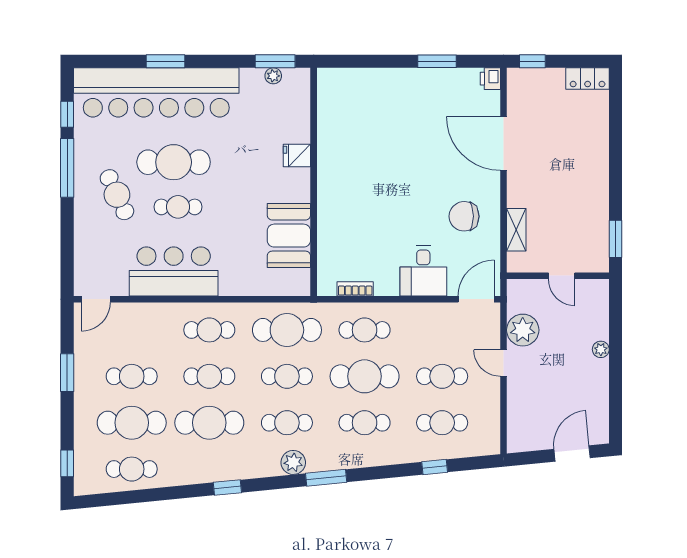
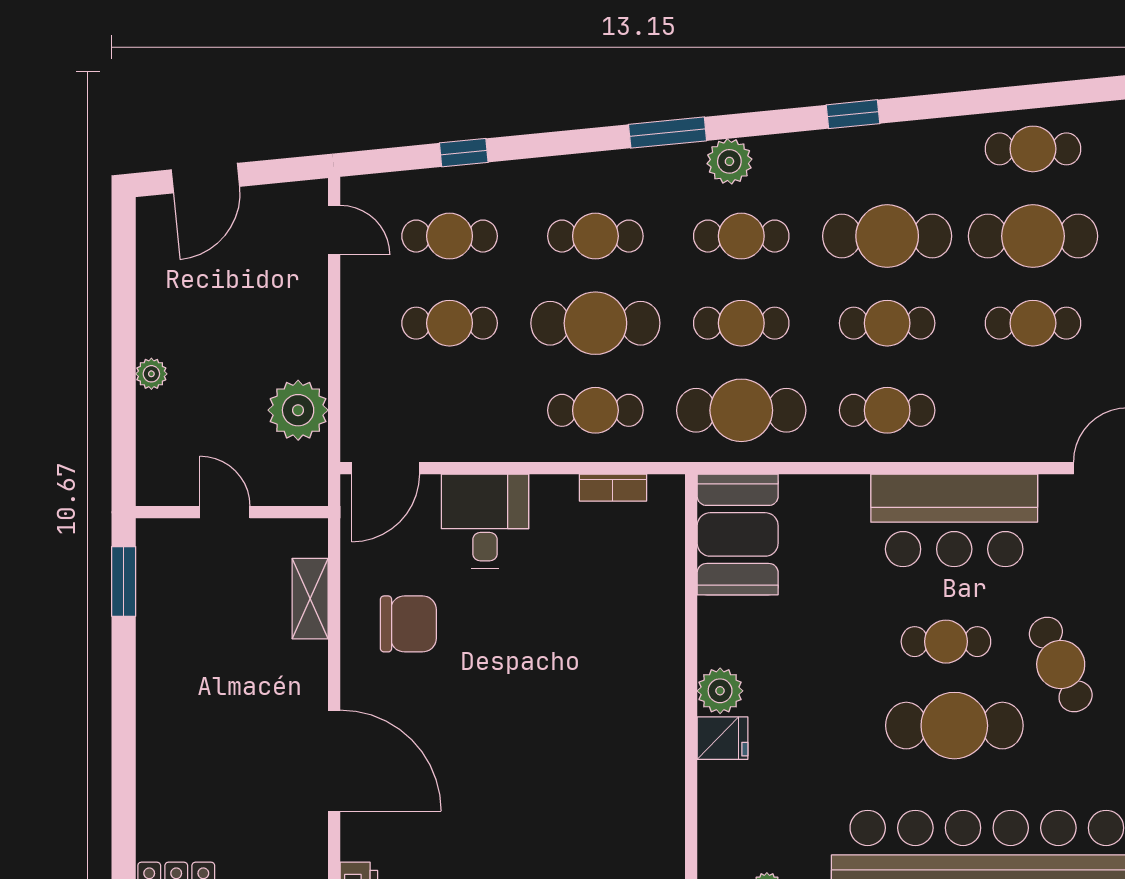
plant: (298, 181) -> (720, 691), added
booth: (289, 236) -> (738, 534), moved
door: (504, 363) -> (334, 230), moved

